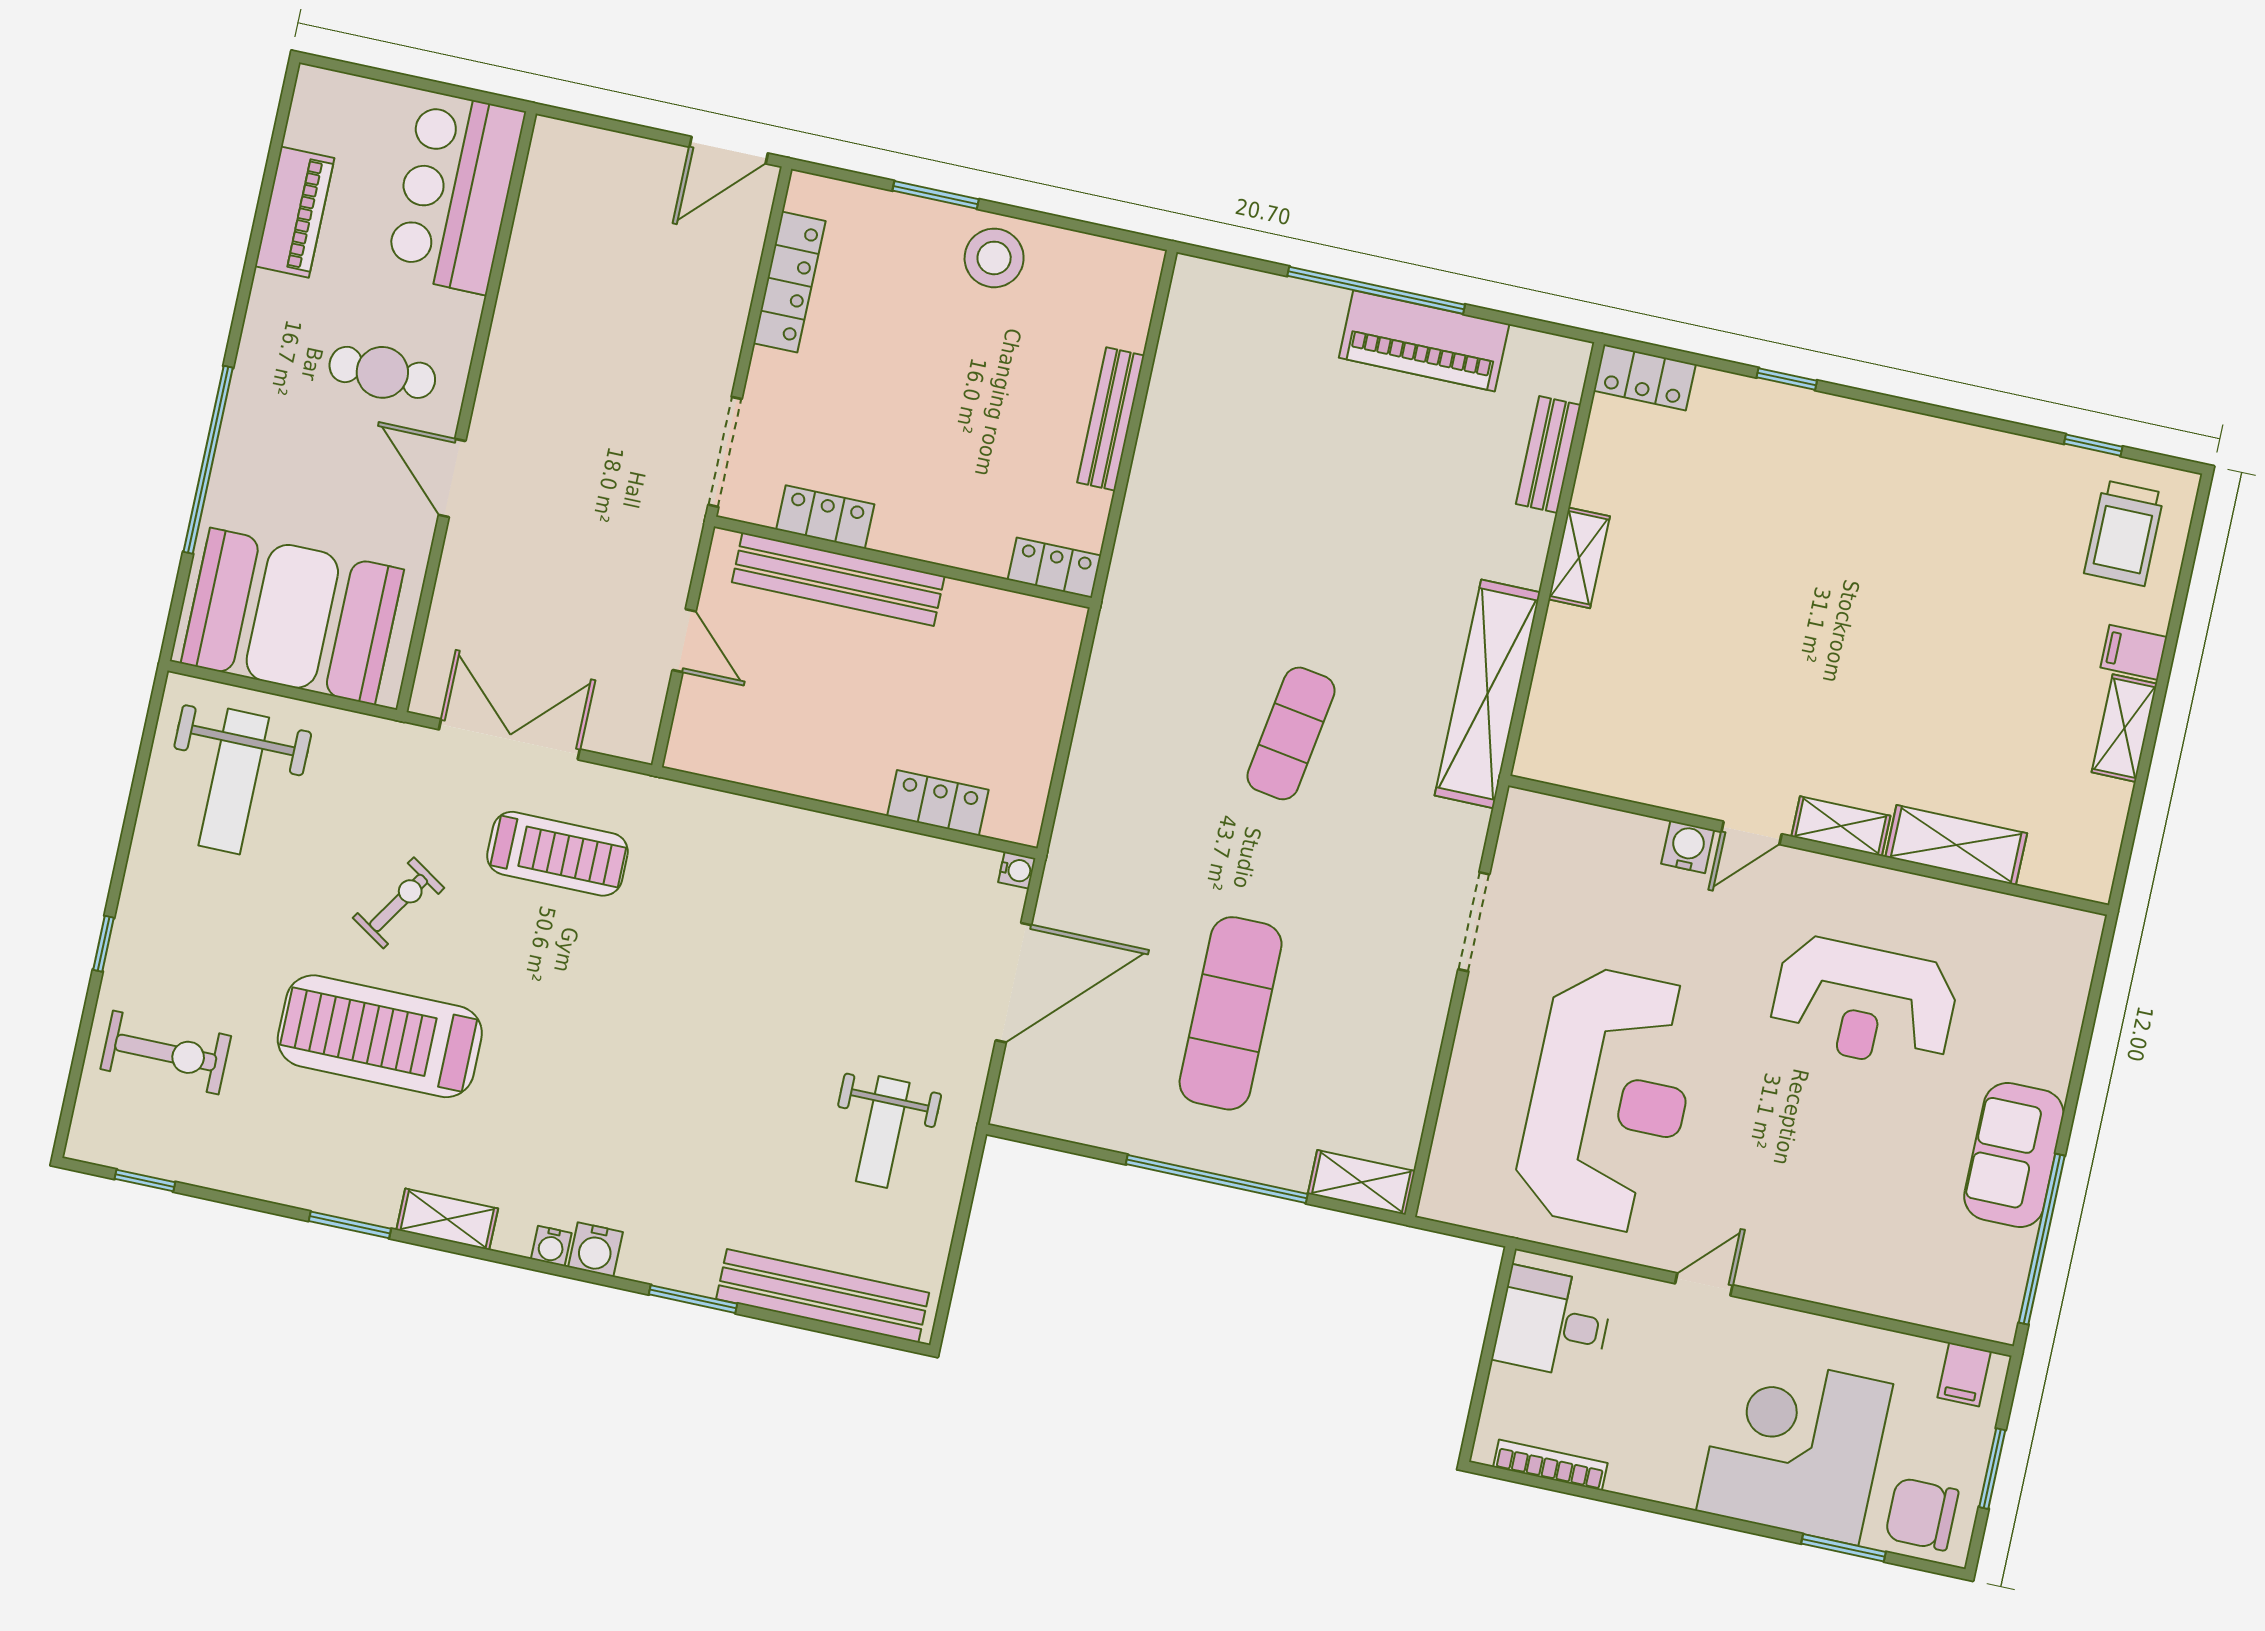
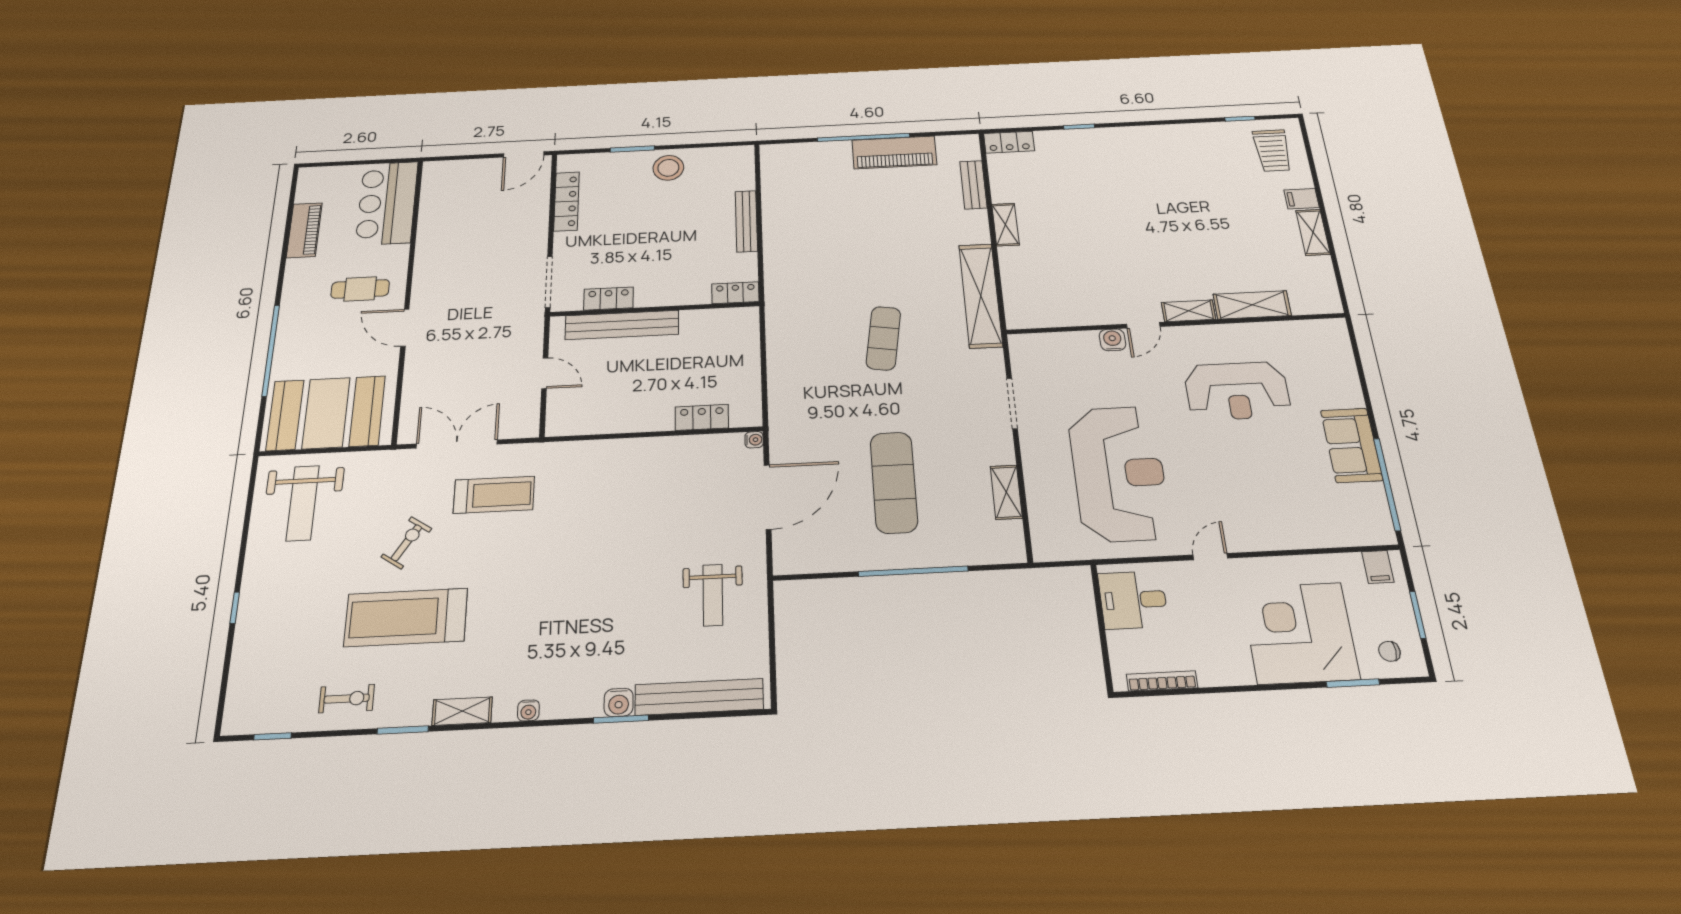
exercise bike: (166, 1053) -> (347, 699), moved, width x0.73, depth x0.72
shelving: (1361, 1182) -> (1006, 492), moved, turned 90
water cooler: (596, 1249) -> (619, 702), moved
chair: (1922, 1514) -> (1389, 651), width x0.54, depth x0.54

